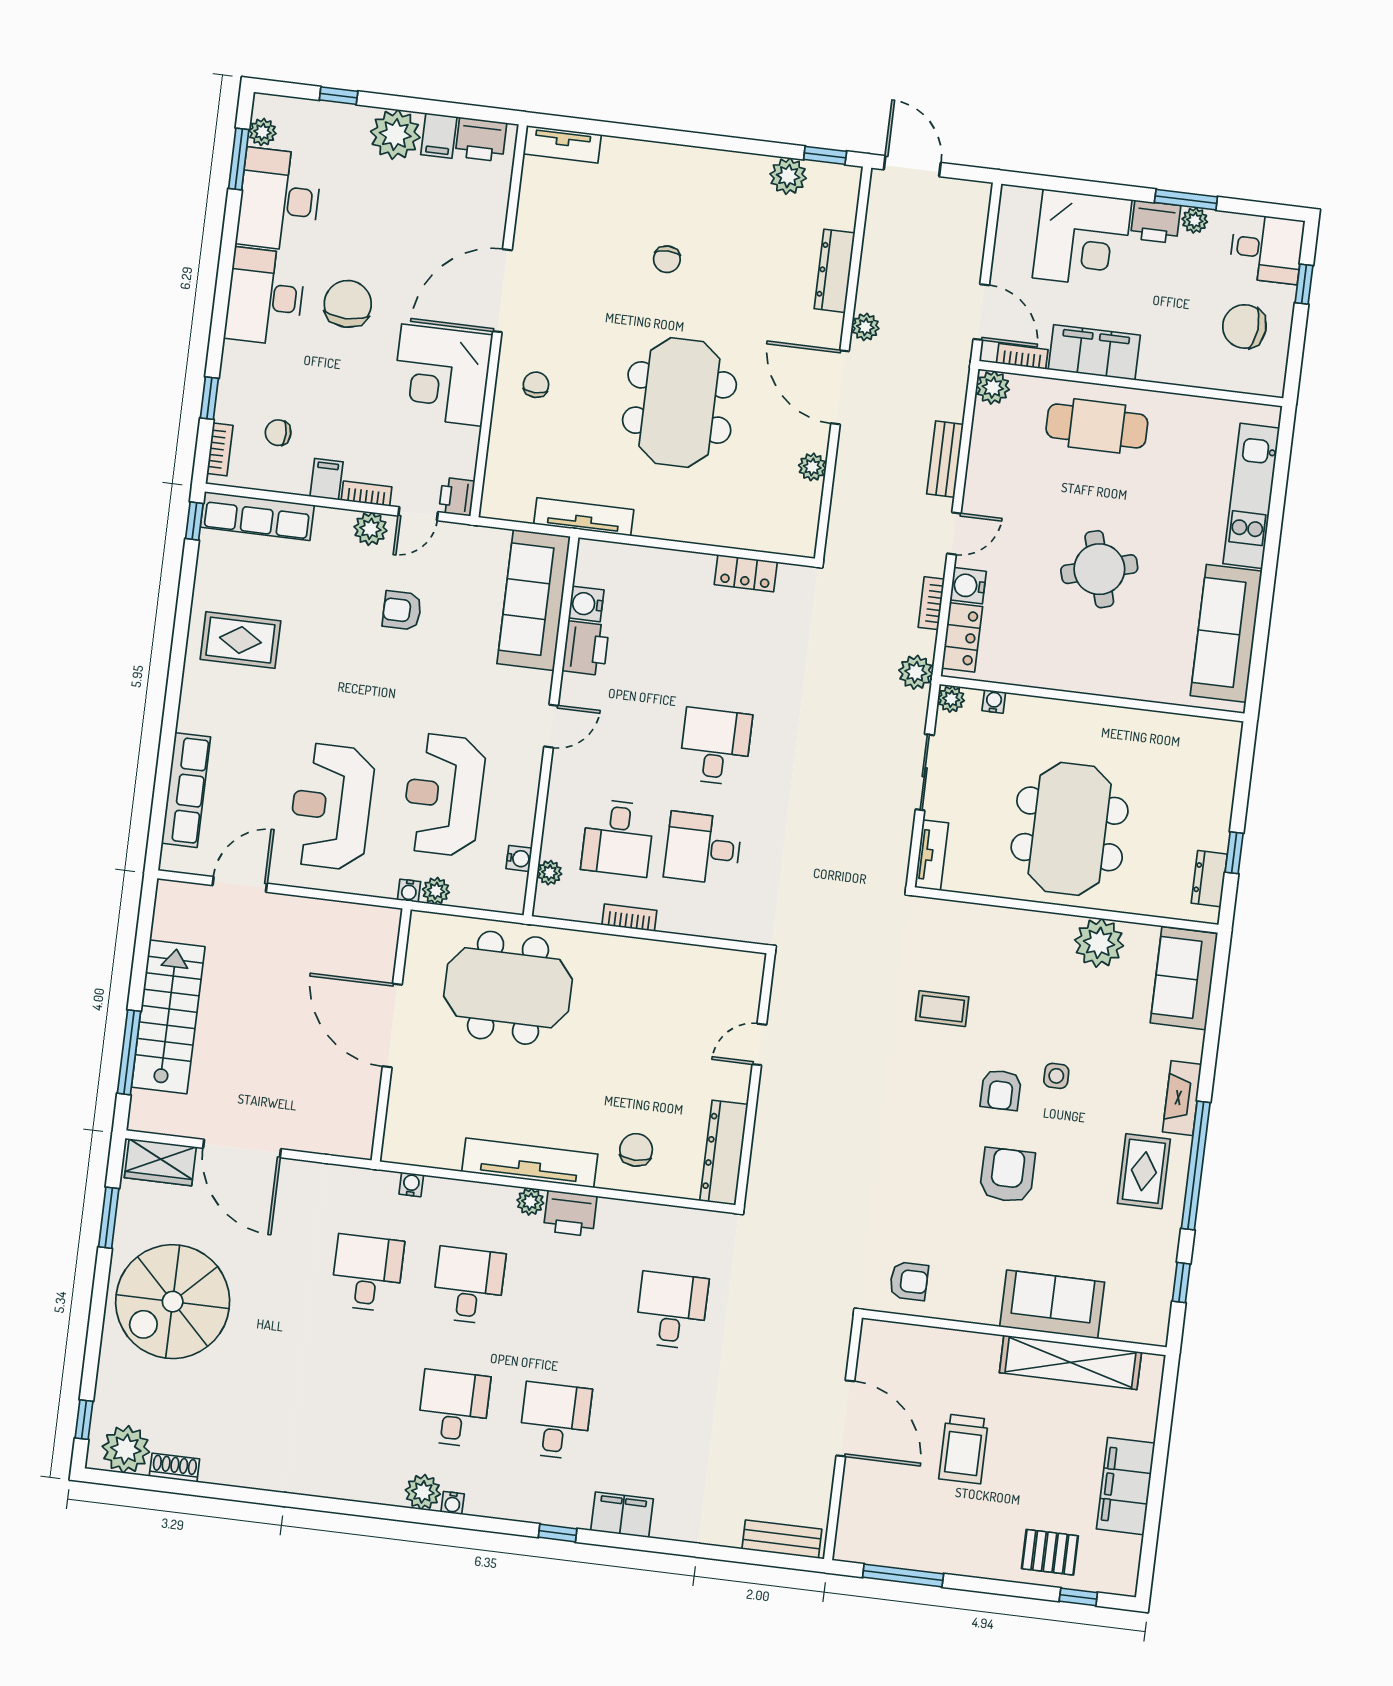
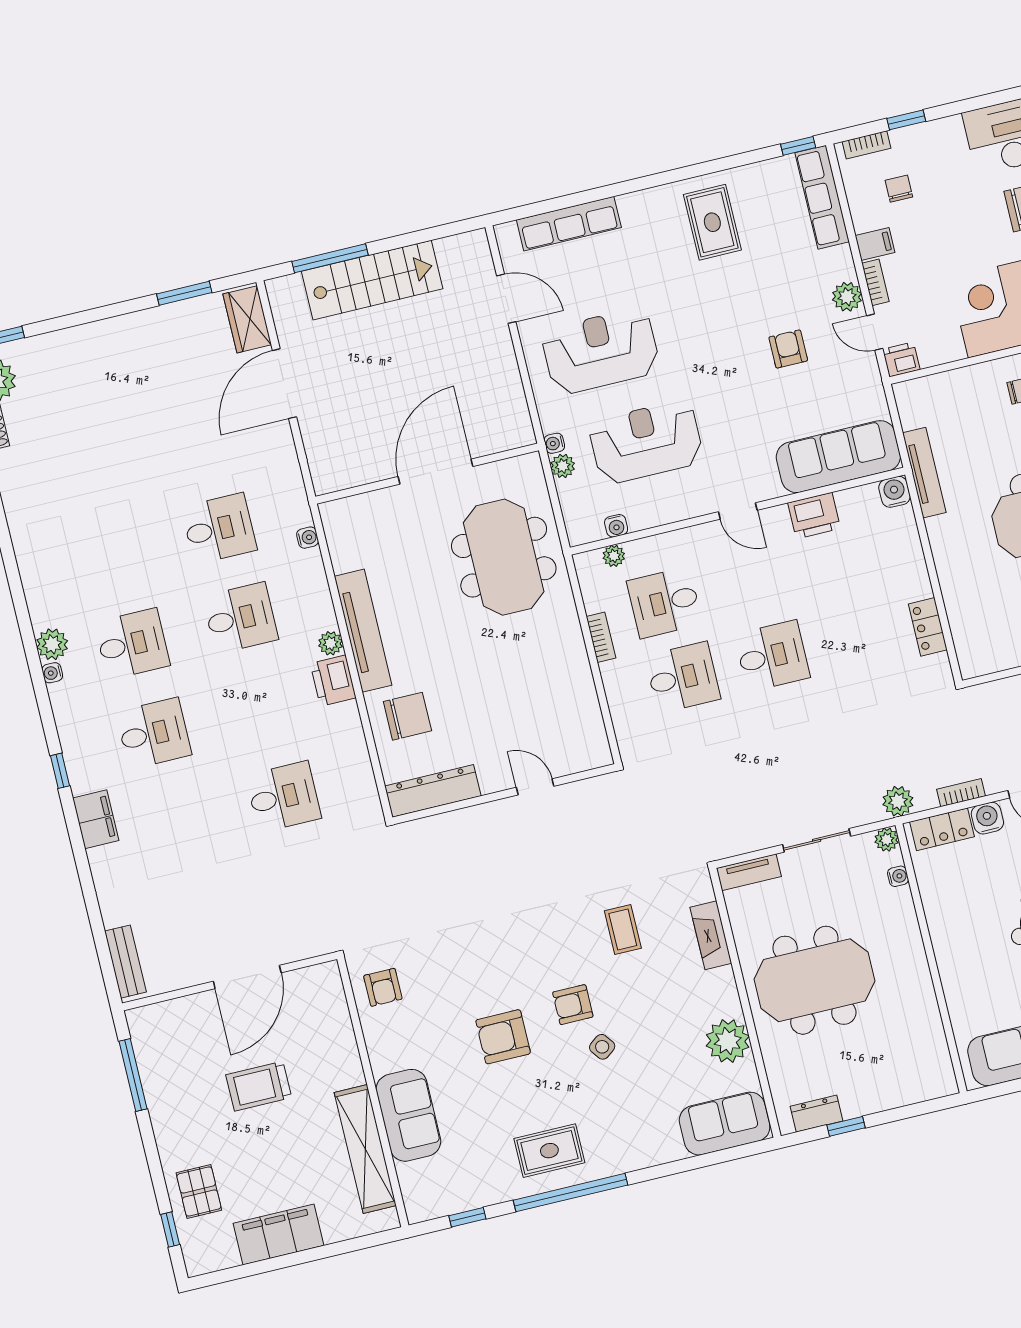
water cooler: (586, 604) -> (895, 492), moved
desk: (703, 848) -> (683, 677), turned 90
side table: (1056, 1076) -> (602, 1047), turned -37
fireplace: (1182, 1098) -> (711, 935), moved, turned -90
chair: (636, 1150) -> (407, 716), width x1.37, depth x1.37
armchair: (1007, 1175) -> (503, 1037), turned 180
spiral stairs: (173, 1302) -> (134, 373), removed

